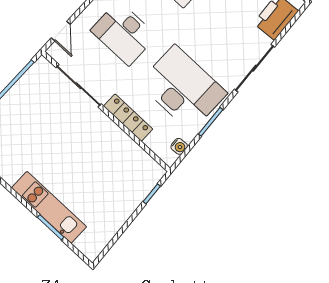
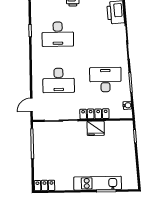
door: (61, 31) -> (31, 105), swing flipped
desk: (183, 88) -> (105, 80), width x0.73, depth x0.77
fridge: (112, 137) -> (96, 128), added

